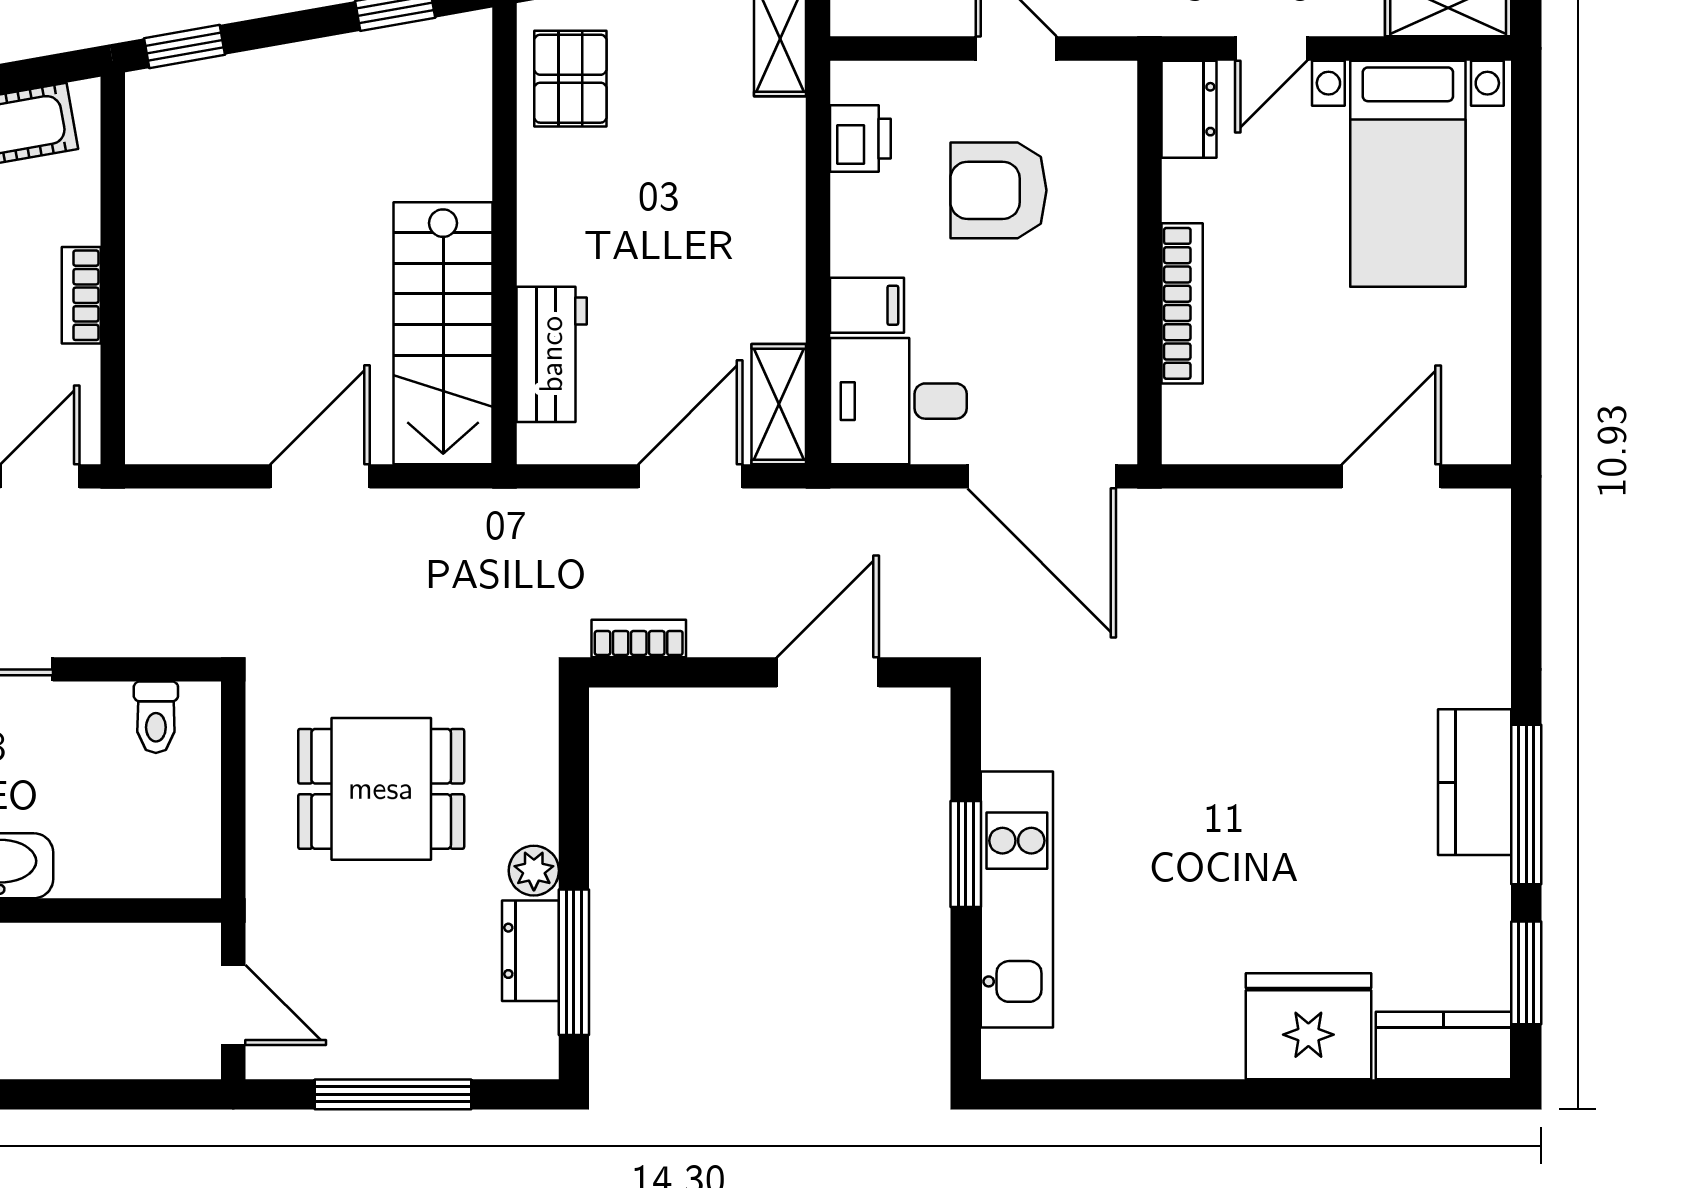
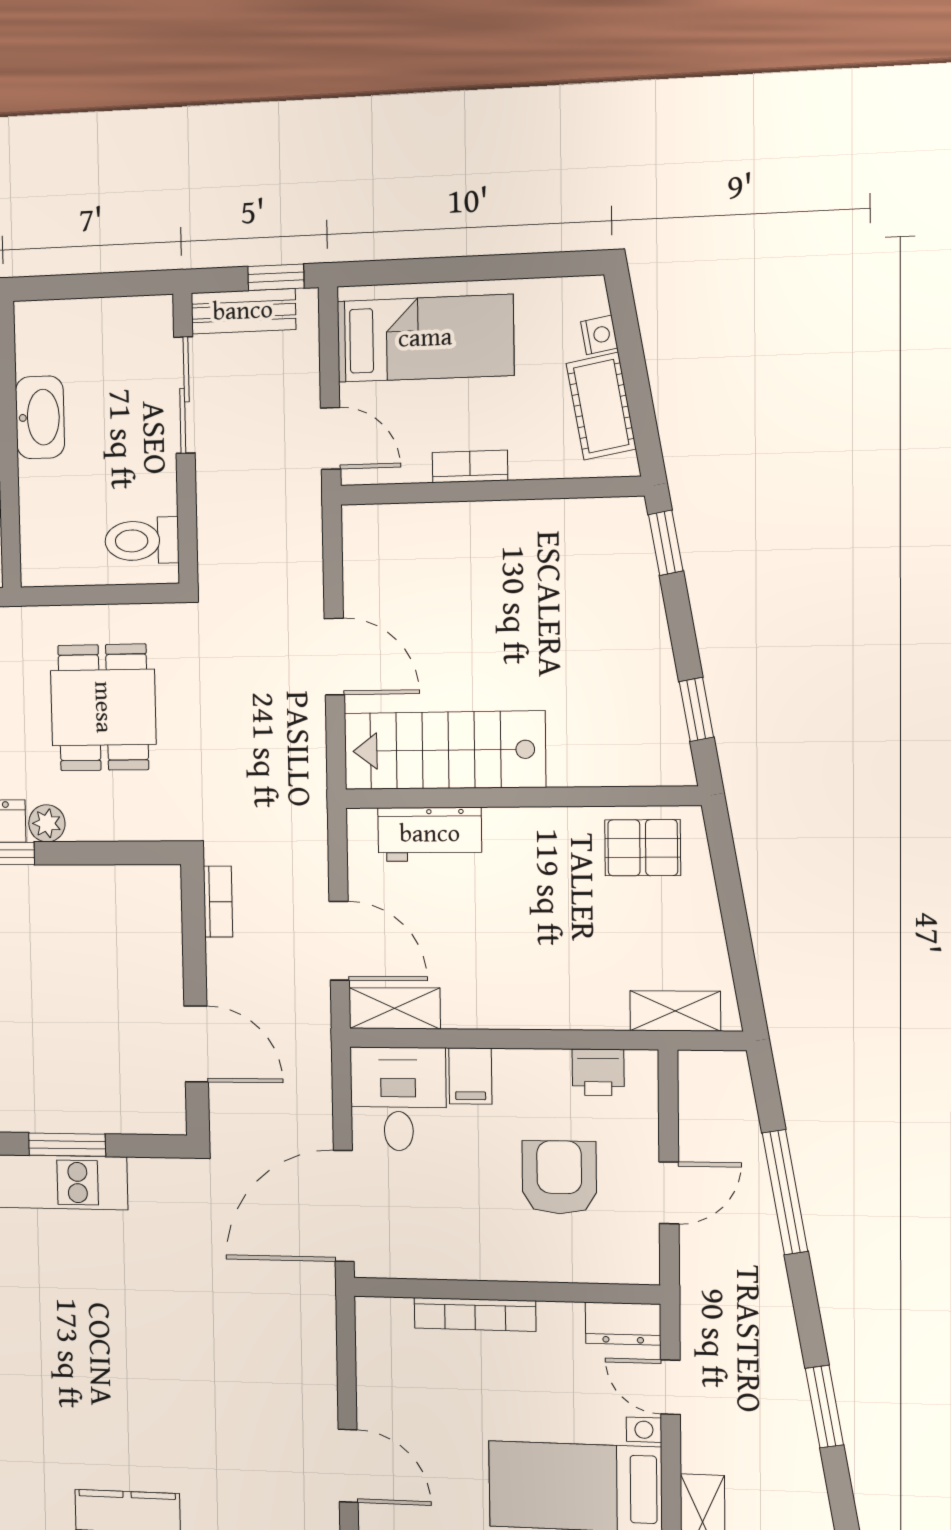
toilet: (156, 717) -> (142, 541), width x1.37, depth x1.39

